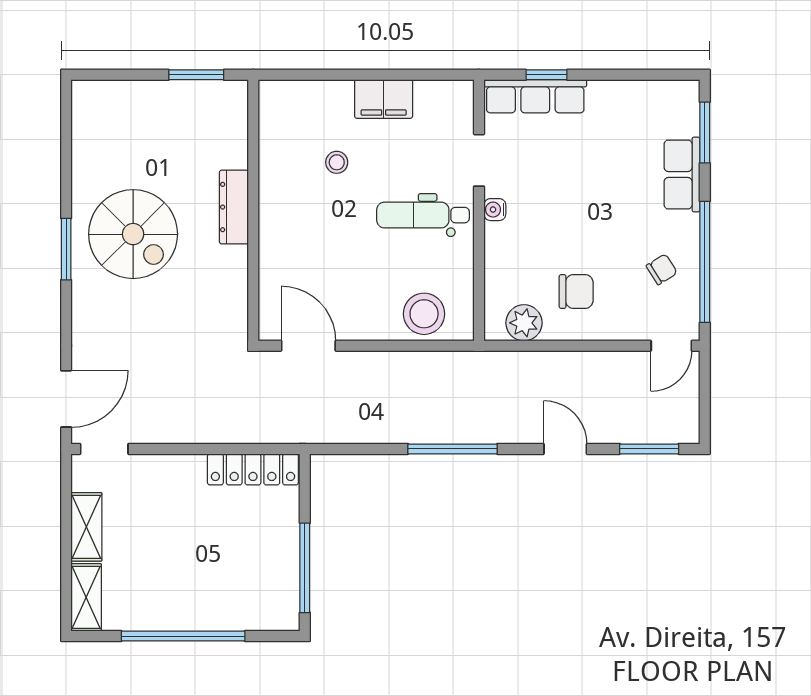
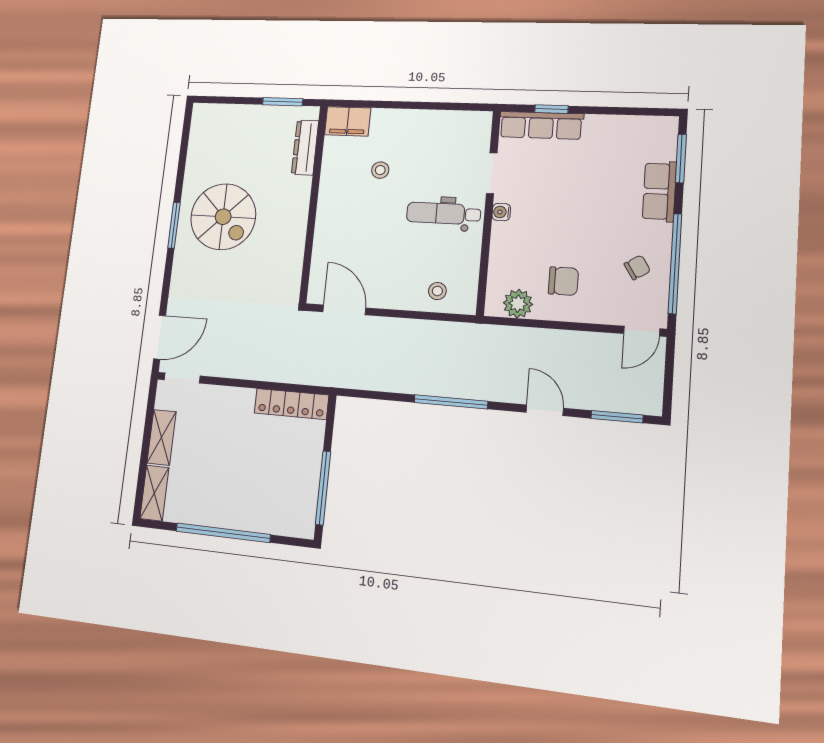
filing cabinet: (384, 99) -> (348, 121), moved
dresser: (234, 207) -> (305, 148), moved
stool: (424, 314) -> (437, 291), width x0.53, depth x0.53

